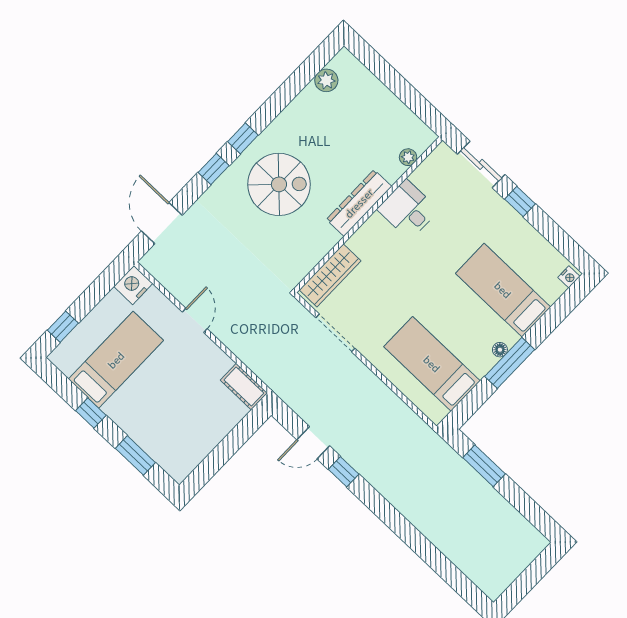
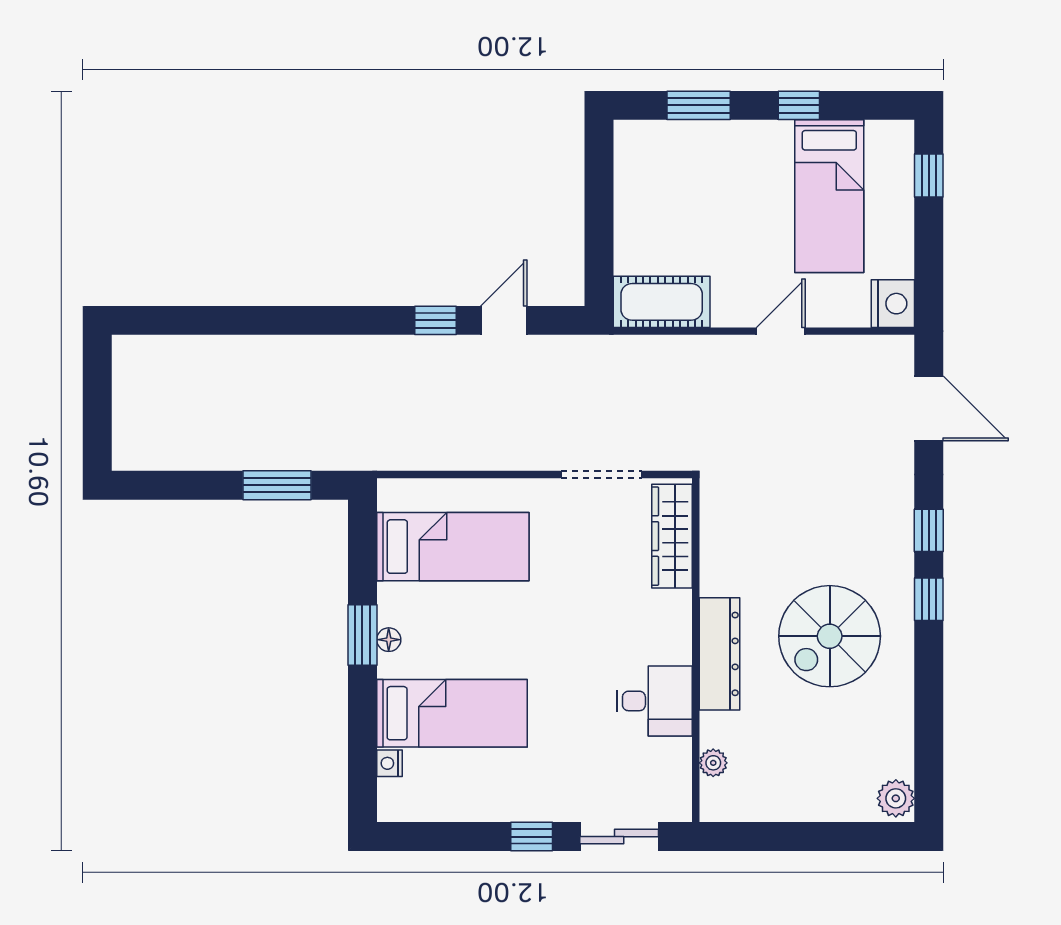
plant: (326, 80) -> (896, 798), moved
spiral stairs: (279, 184) -> (830, 636), moved
nightstand: (569, 277) -> (389, 763), moved
door: (195, 320) -> (781, 331), swing flipped
window: (510, 363) -> (362, 635), width x0.69
cot: (244, 387) -> (662, 302), width x1.37, depth x1.34

